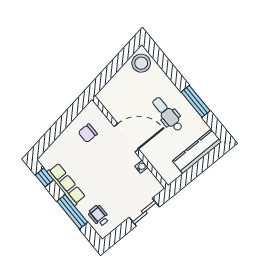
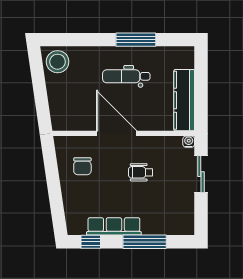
door: (126, 138) -> (117, 133), hinge flipped
kitchen counter: (197, 151) -> (184, 100), moved
water cooler: (141, 167) -> (189, 142), moved
wheelchair: (99, 216) -> (141, 172), moved

